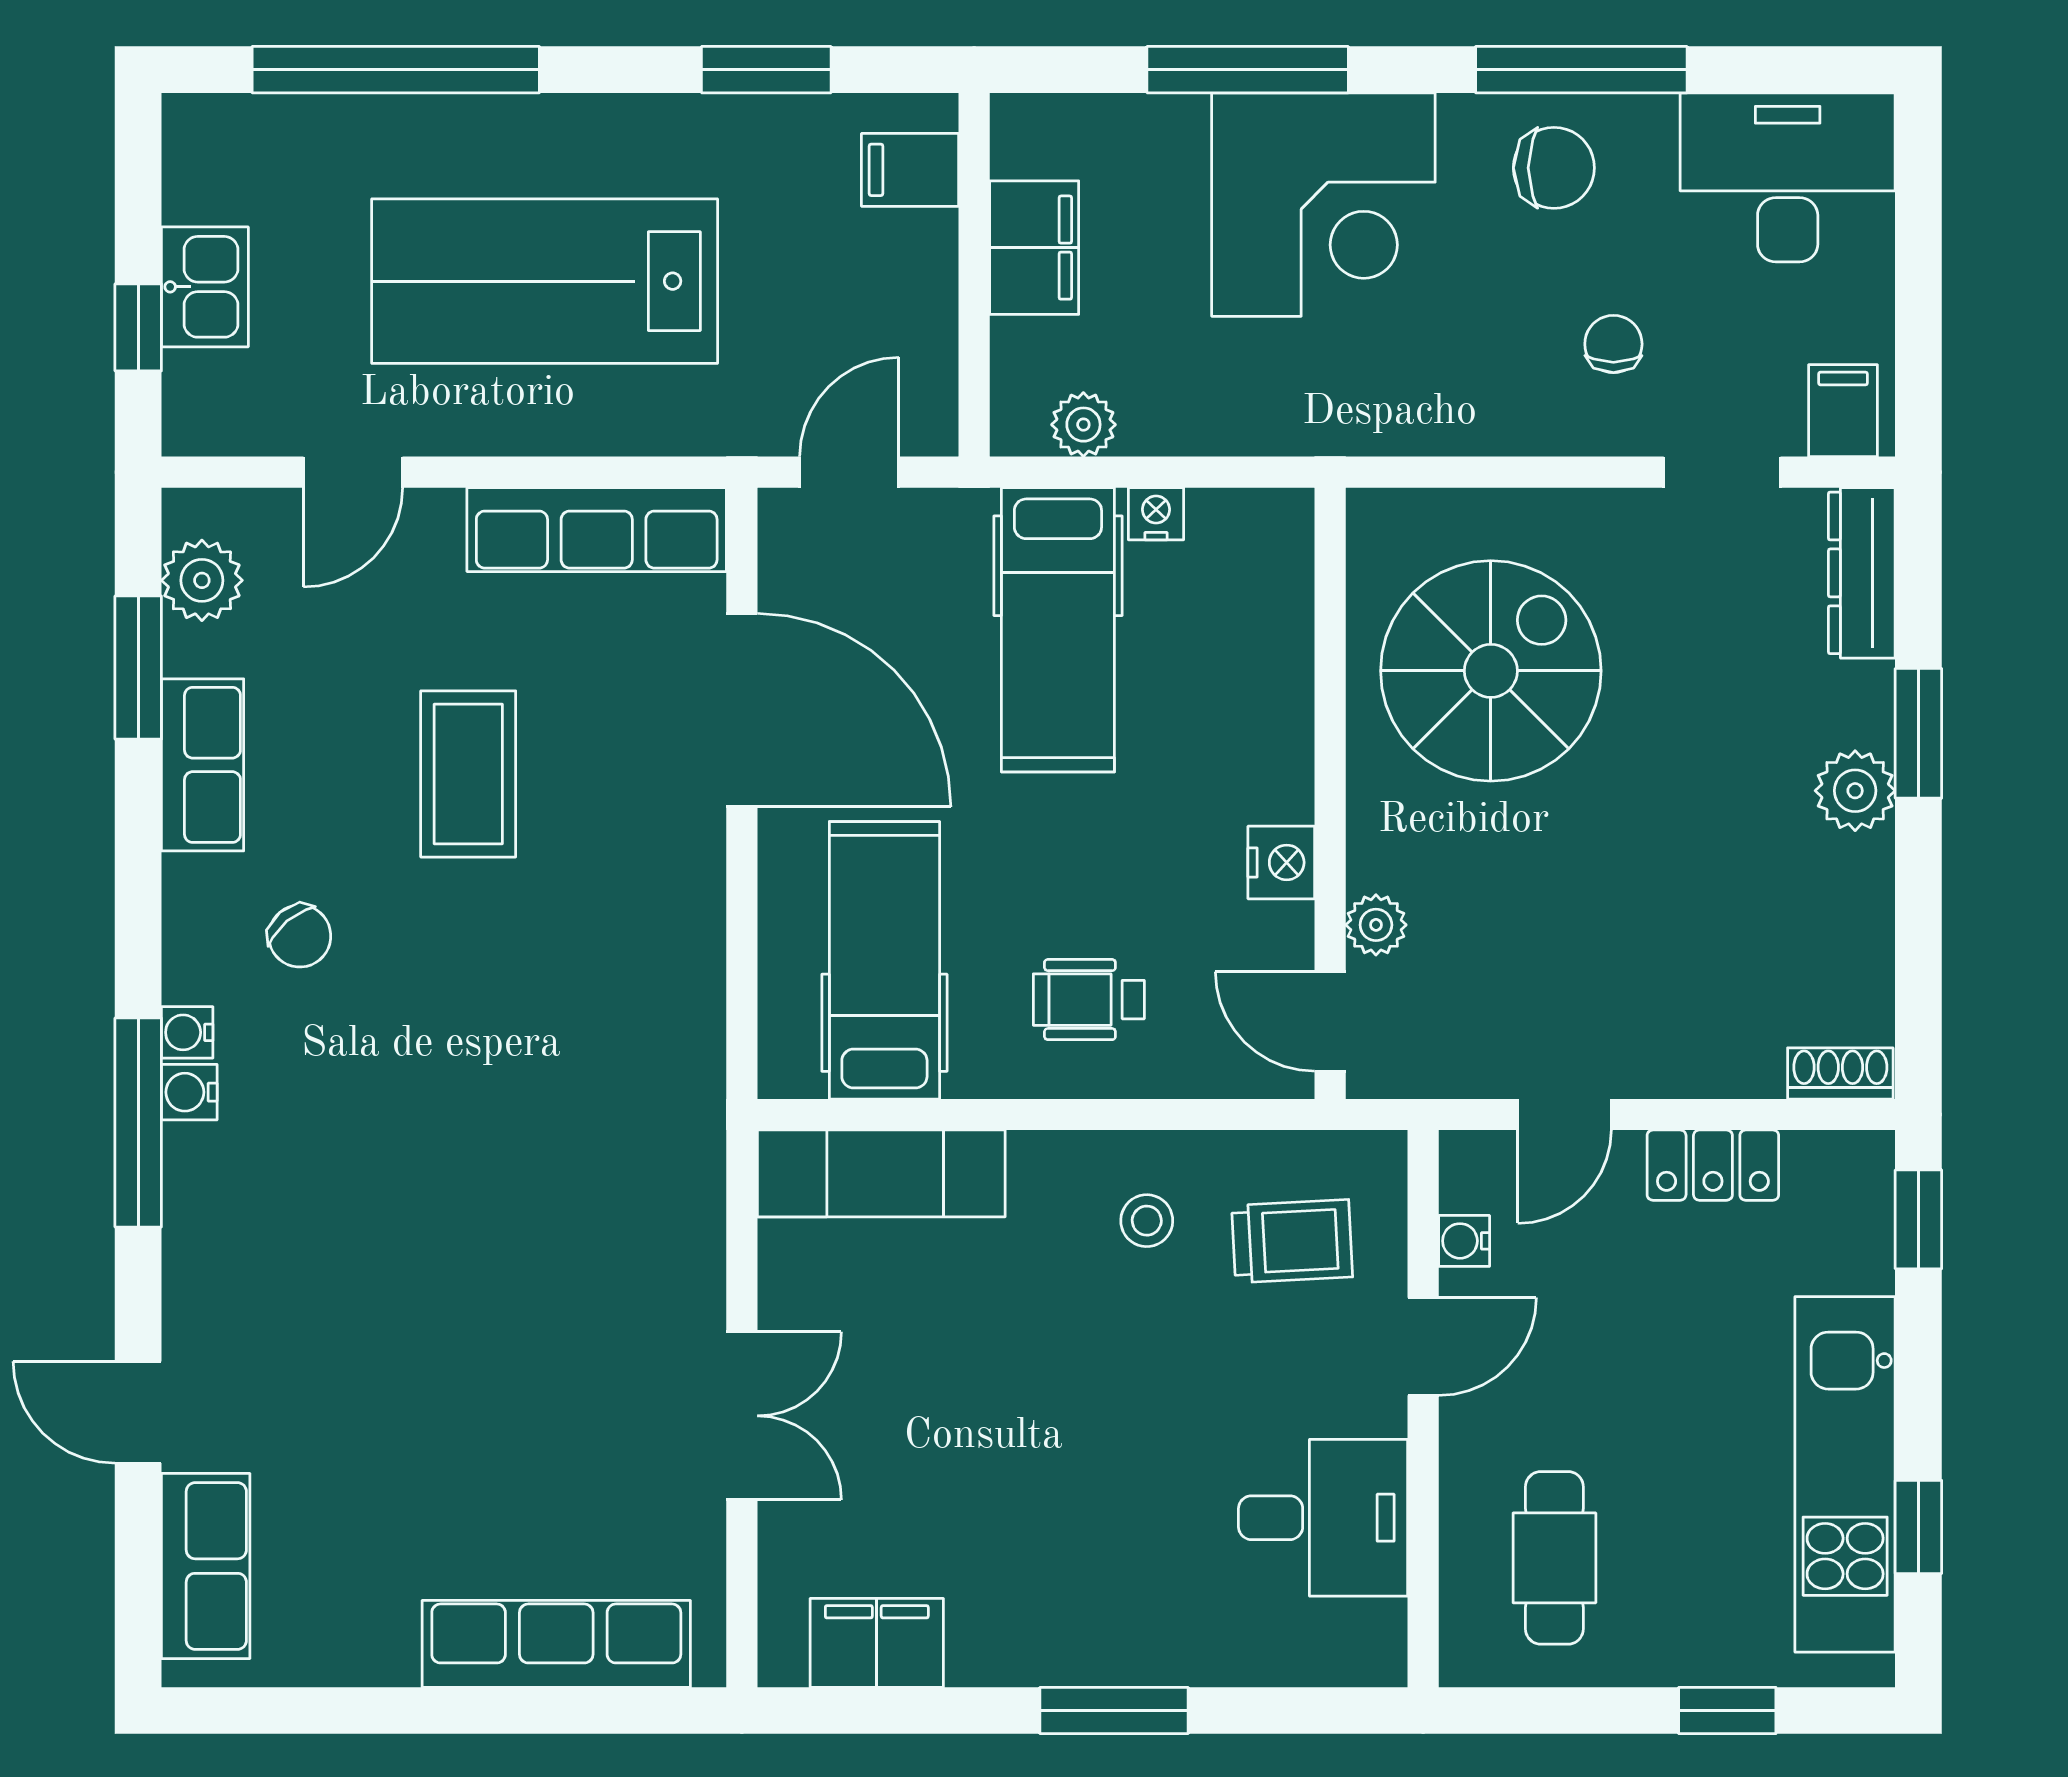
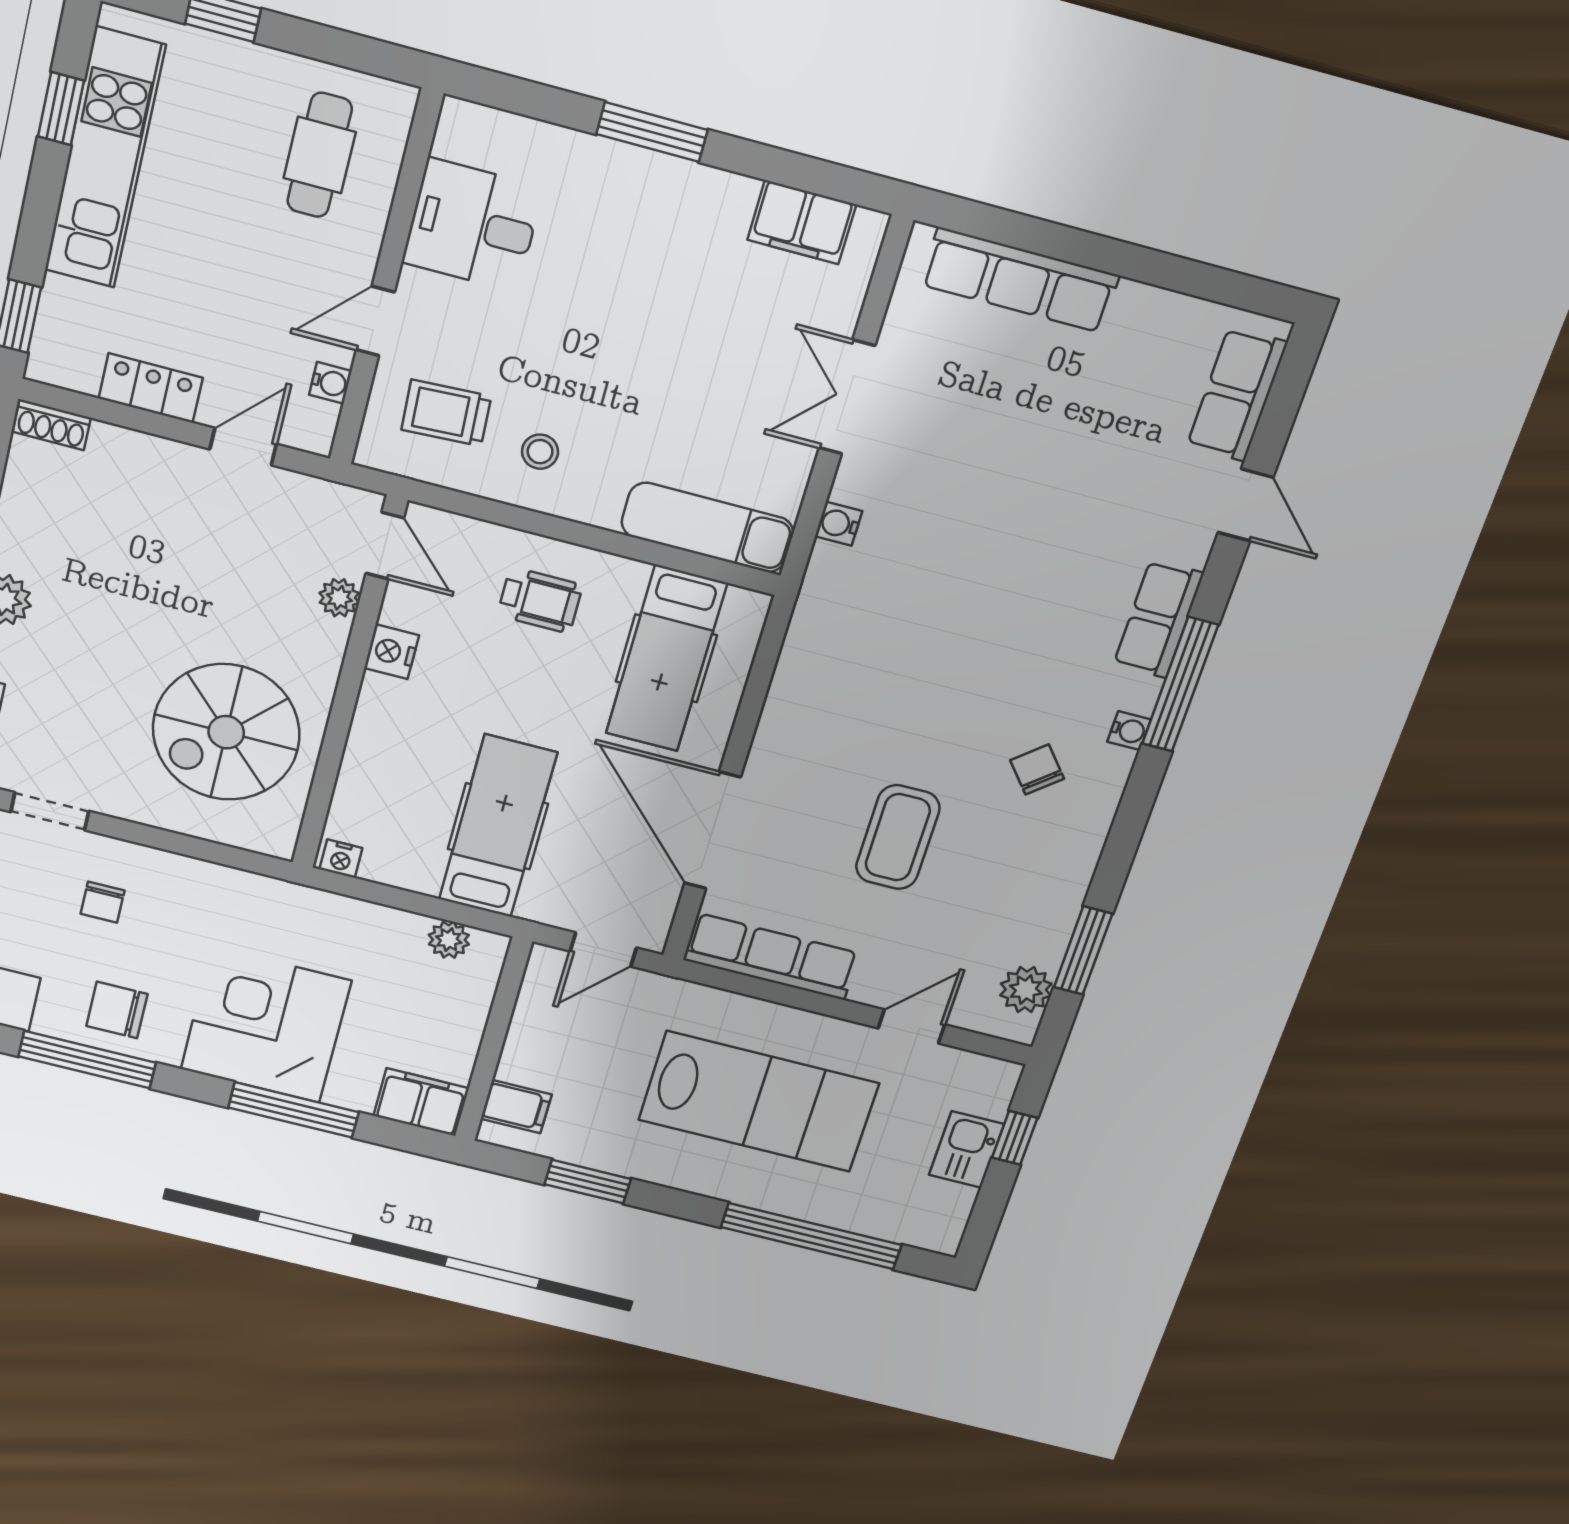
filing cabinet: (1034, 248) -> (421, 1102), moved, turned 90
nightstand: (1156, 514) -> (341, 859), moved
row of seats: (203, 765) -> (1159, 619), moved
water cooler: (189, 1092) -> (839, 524), moved, turned 180

